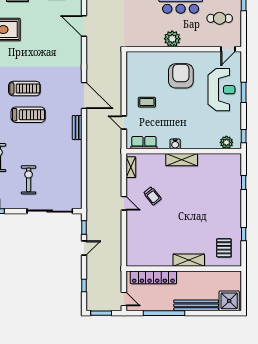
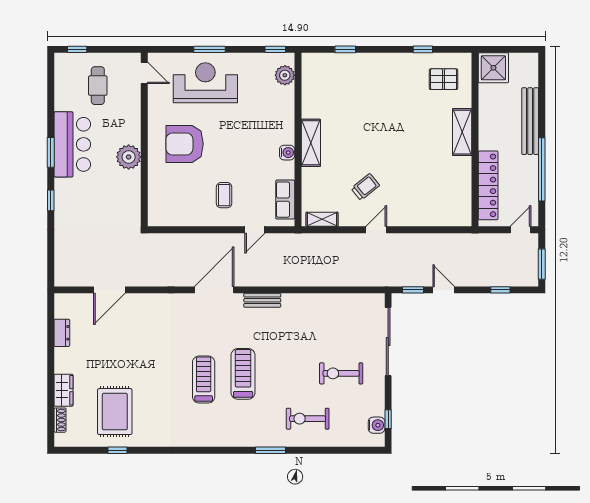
shower: (229, 301) -> (493, 68), moved

